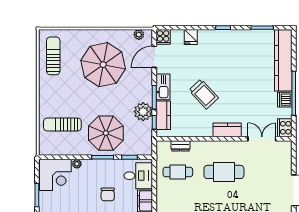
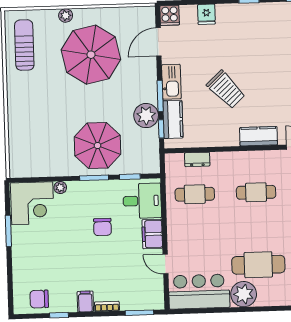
plant: (139, 35) -> (66, 15), moved
sun lounger: (62, 125) -> (39, 136), removed
cafe table: (224, 172) -> (256, 192), width x0.73, depth x0.74

